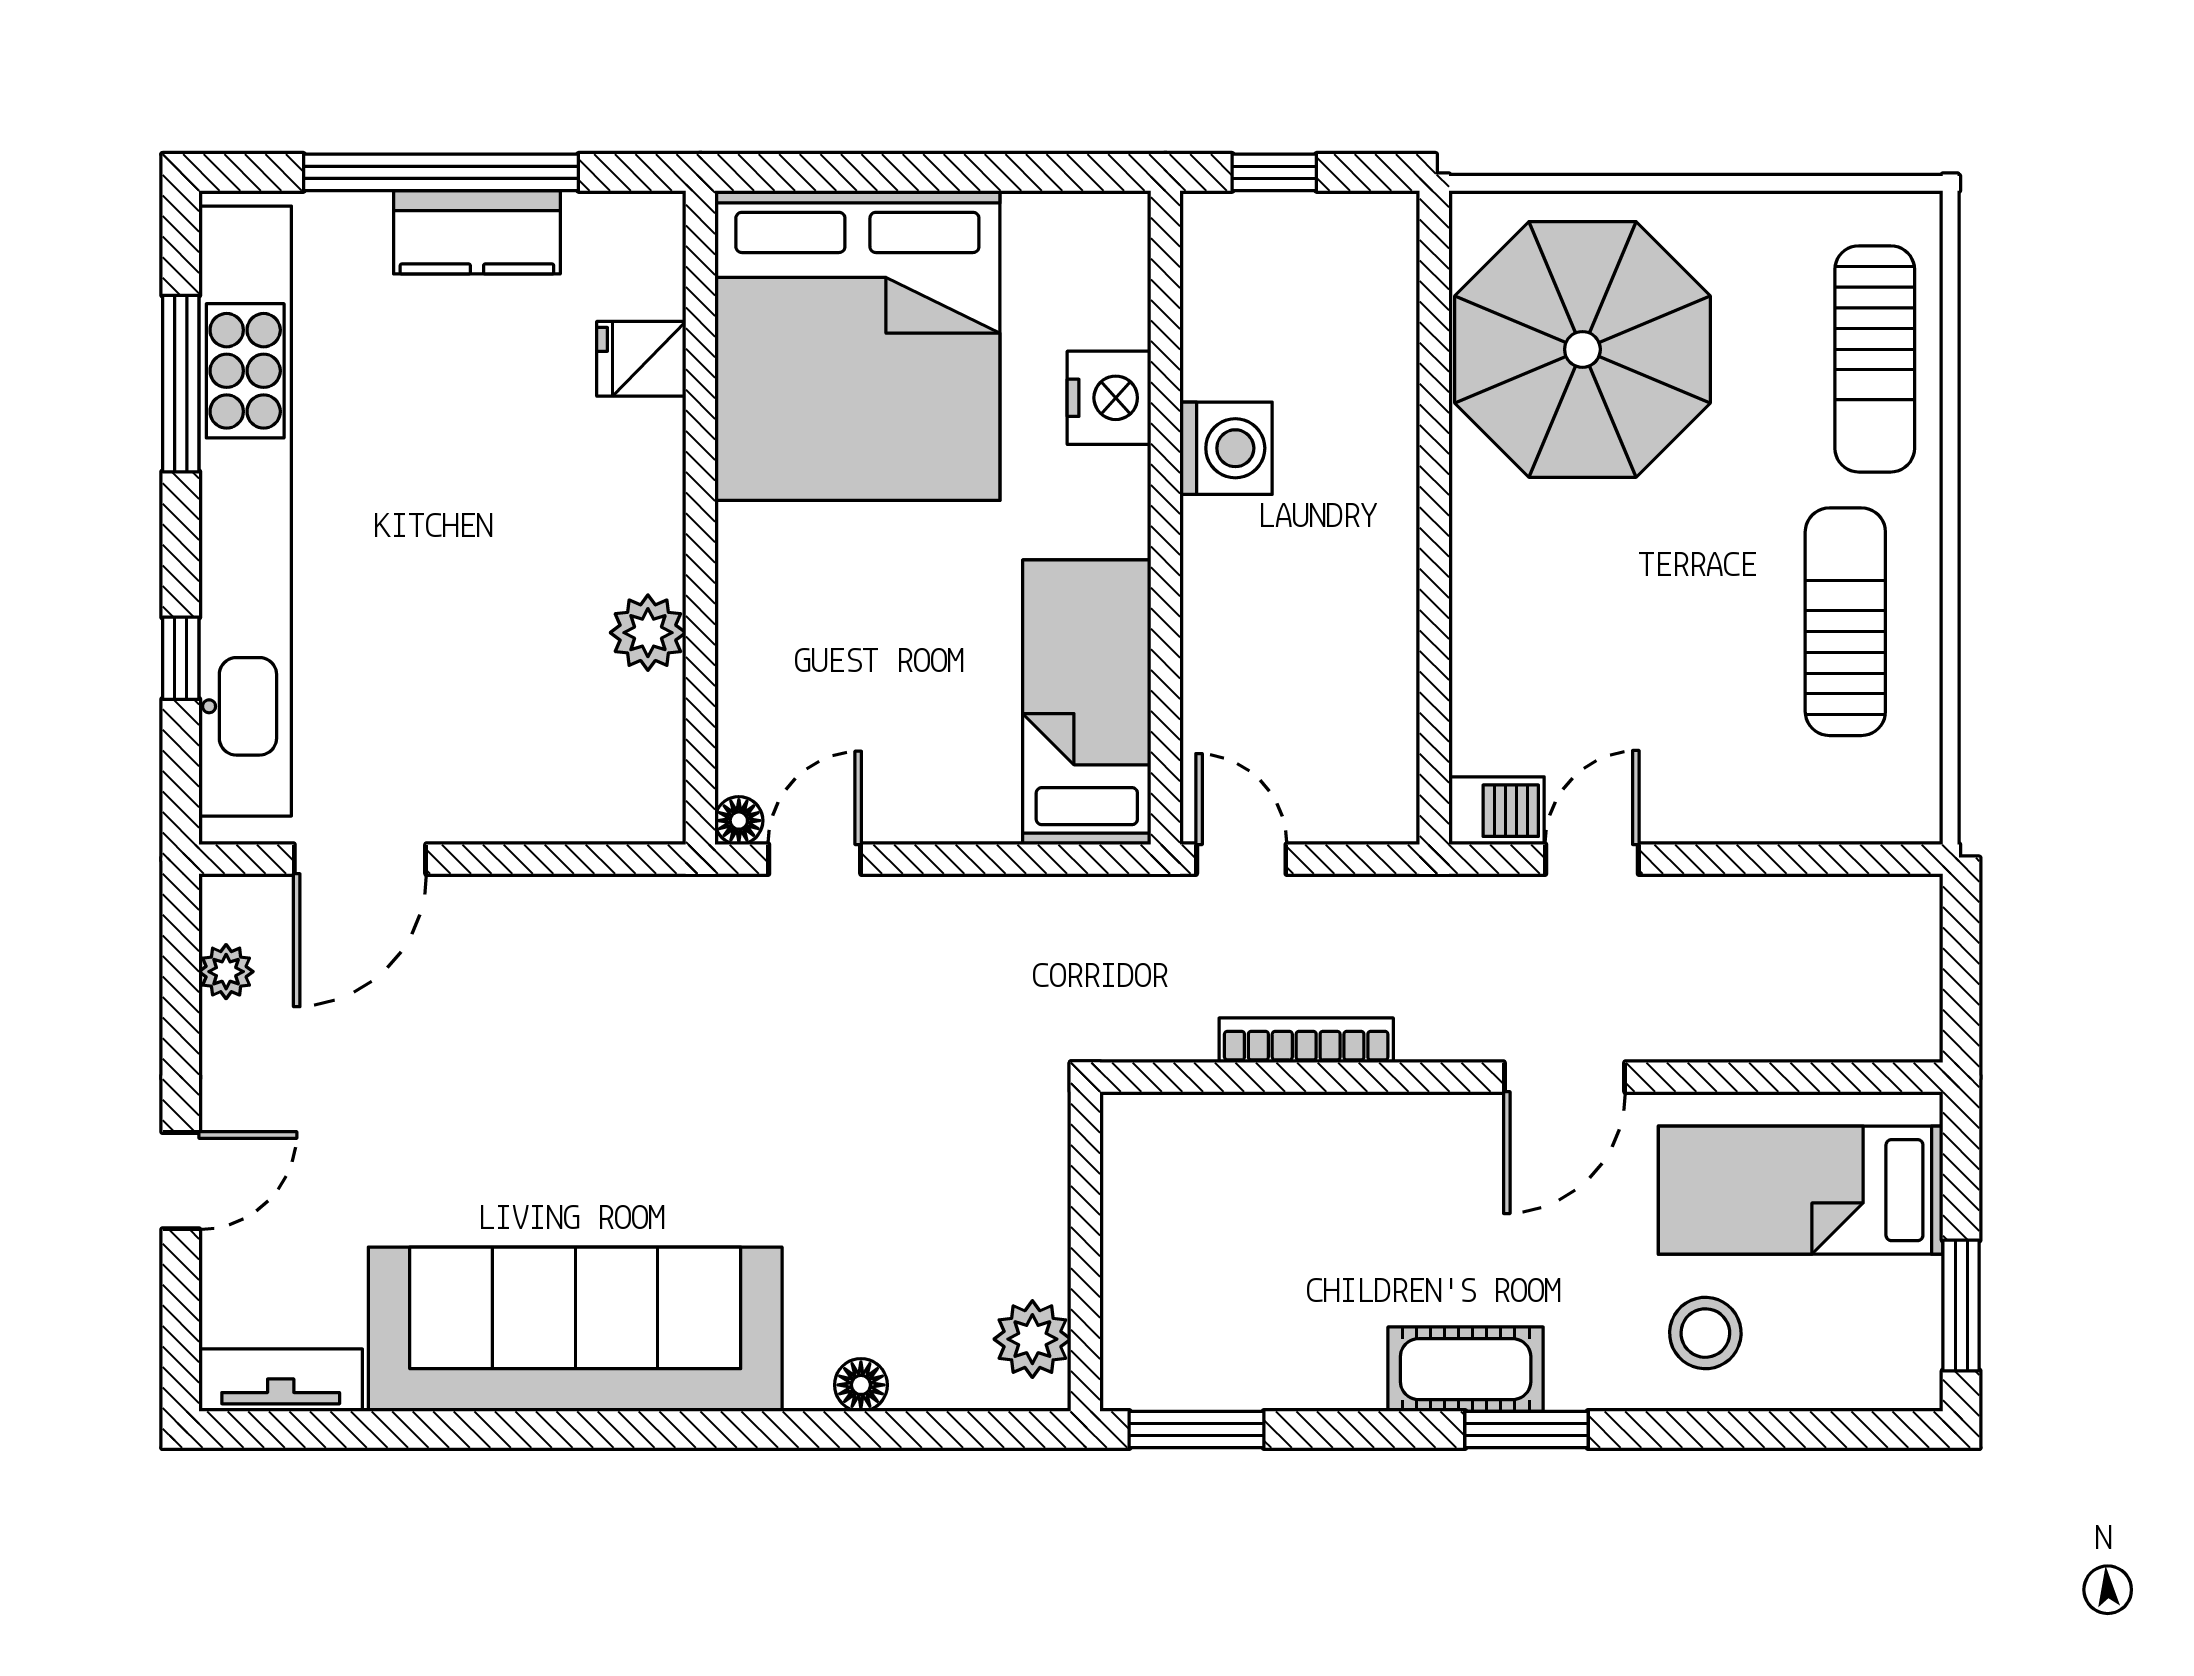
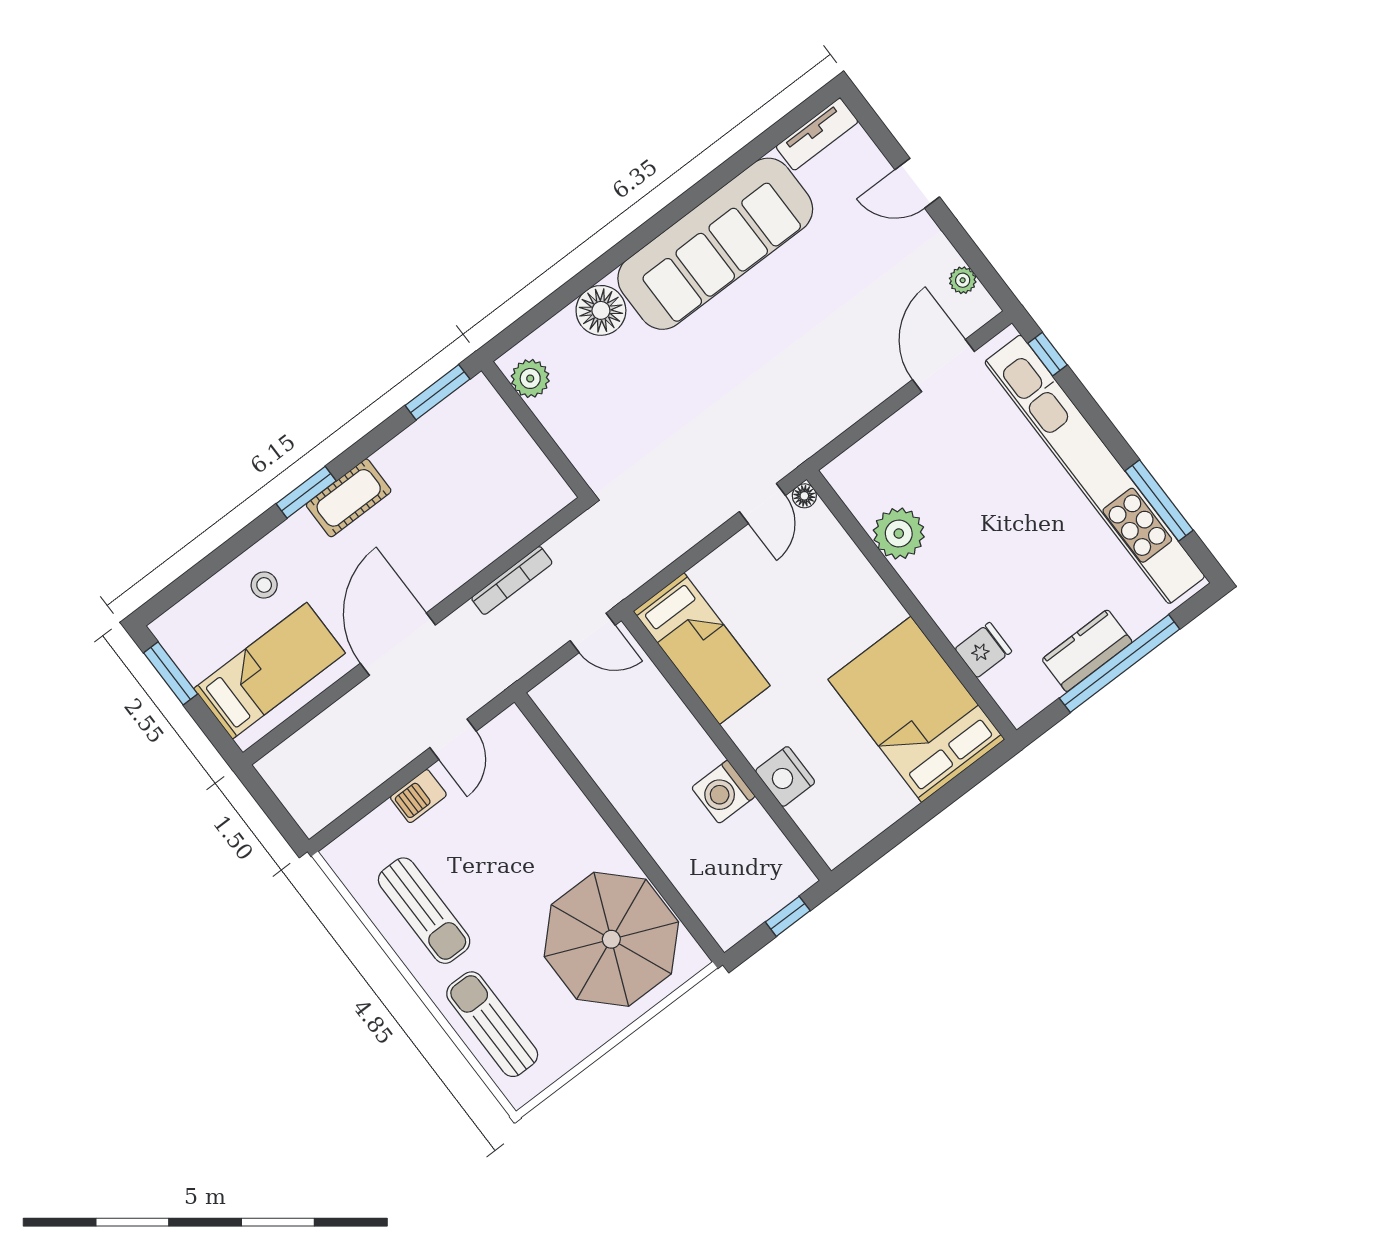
bed: (857, 346) -> (916, 709), width x0.73
plant: (648, 633) -> (899, 533), width x1.36, depth x1.36
window: (181, 658) -> (1047, 354), moved
barbecue: (1496, 811) -> (418, 796), moved
door: (1564, 1077) -> (398, 644), width x1.36
door: (181, 1181) -> (917, 183), hinge flipped
stool: (1705, 1333) -> (264, 585), width x0.73, depth x0.73
floor lamp: (861, 1385) -> (601, 310), width x1.89, depth x1.89

